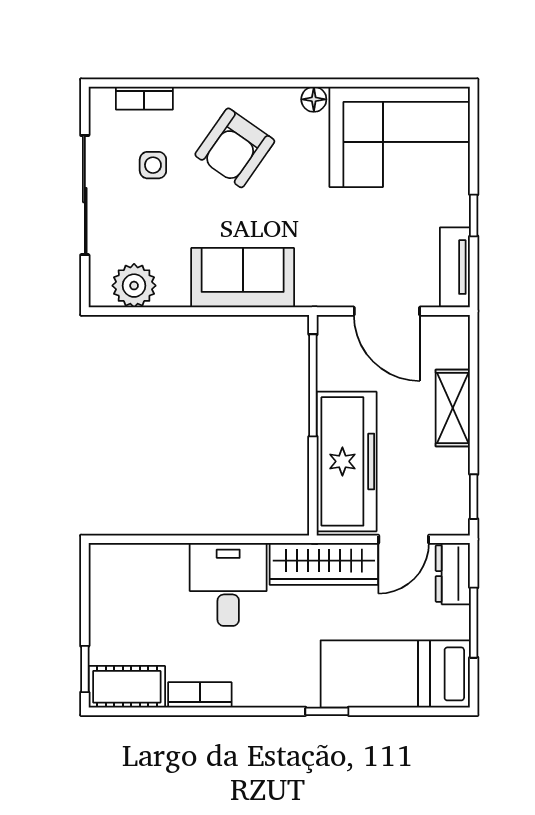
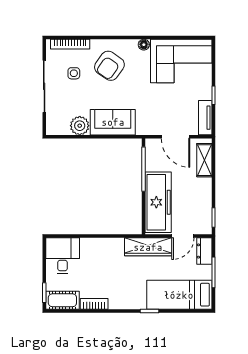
bookcase: (144, 98) -> (70, 44), width x1.56
plant: (134, 286) -> (80, 126), moved
shelving: (453, 408) -> (204, 160), moved
desk: (228, 584) -> (63, 256), moved

